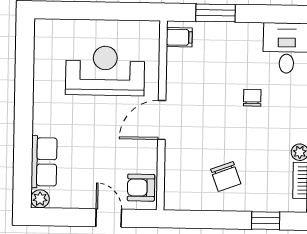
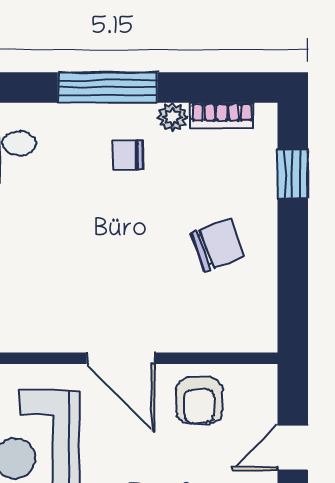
chair: (252, 98) -> (128, 155), moved
armchair: (141, 188) -> (199, 400), moved

